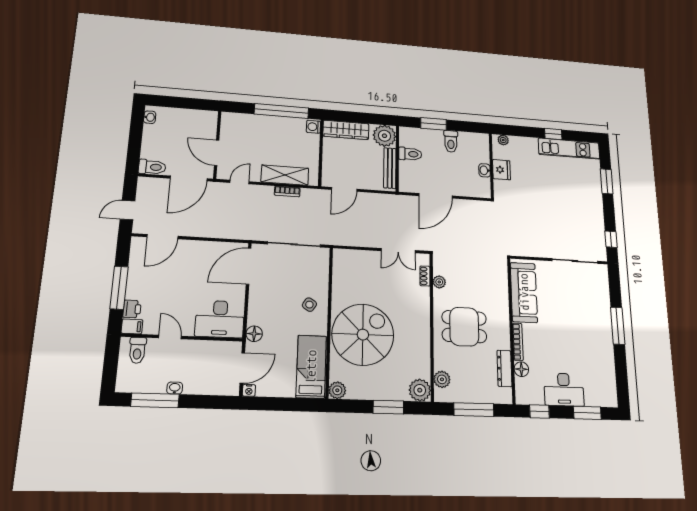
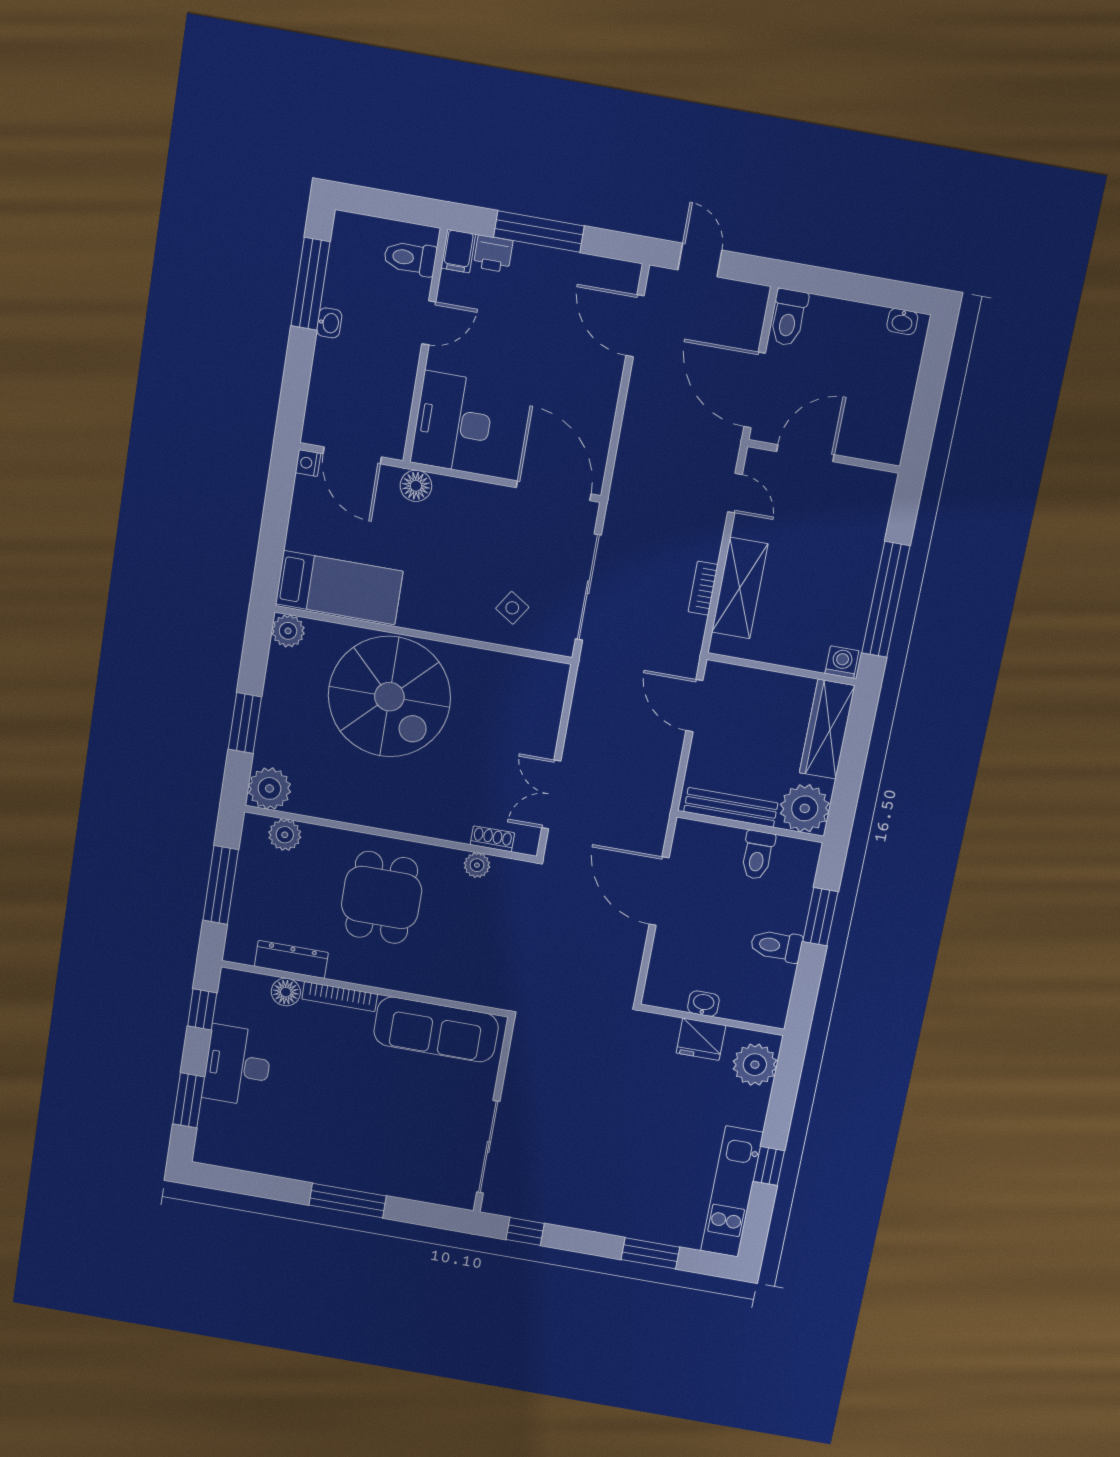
plant: (503, 140) -> (755, 1065), width x1.88, depth x1.88
side table: (309, 305) -> (512, 608), moved

